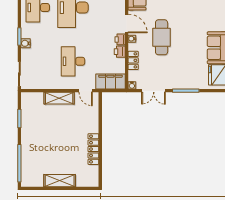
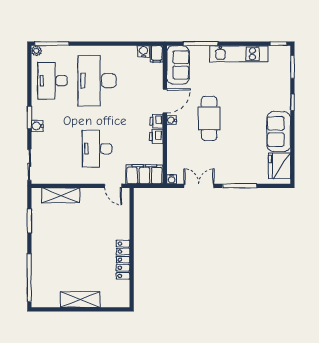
door: (127, 23) -> (165, 101), hinge flipped
locker: (133, 60) -> (173, 148), removed
double door: (154, 91) -> (199, 186), swing flipped
shelving: (59, 98) -> (61, 195), moved

